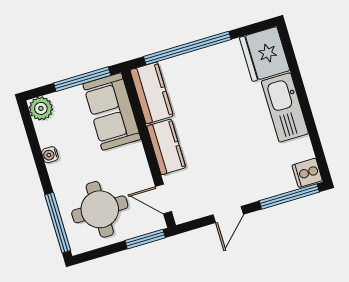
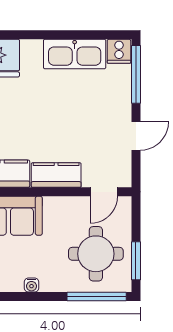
kitchen sink: (285, 107) -> (75, 54), moved
door: (228, 215) -> (136, 136), hinge flipped
window: (145, 239) -> (136, 261), moved

